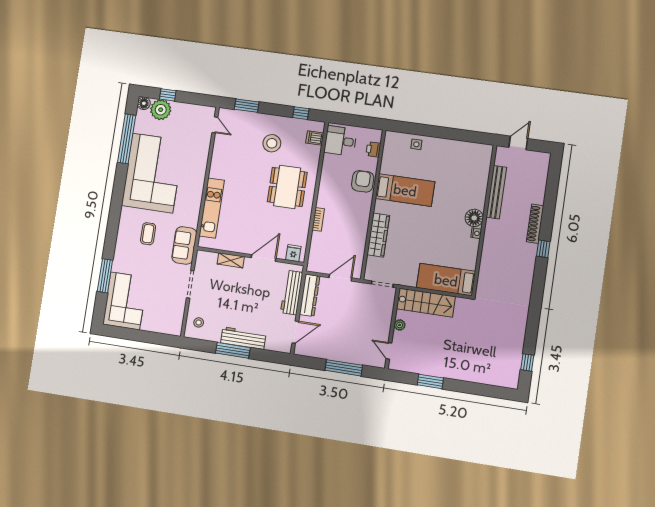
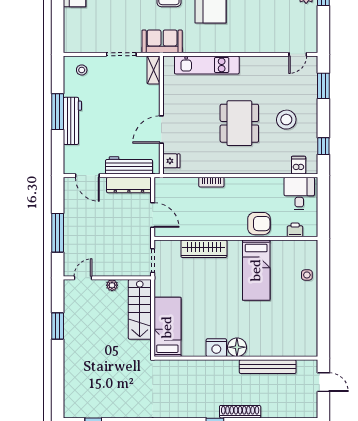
dining table: (287, 187) -> (239, 123), moved, turned 90
nightstand: (476, 233) -> (216, 348), width x1.89, depth x1.79
door: (264, 258) -> (161, 130), swing flipped
shelving: (231, 260) -> (154, 70), moved

